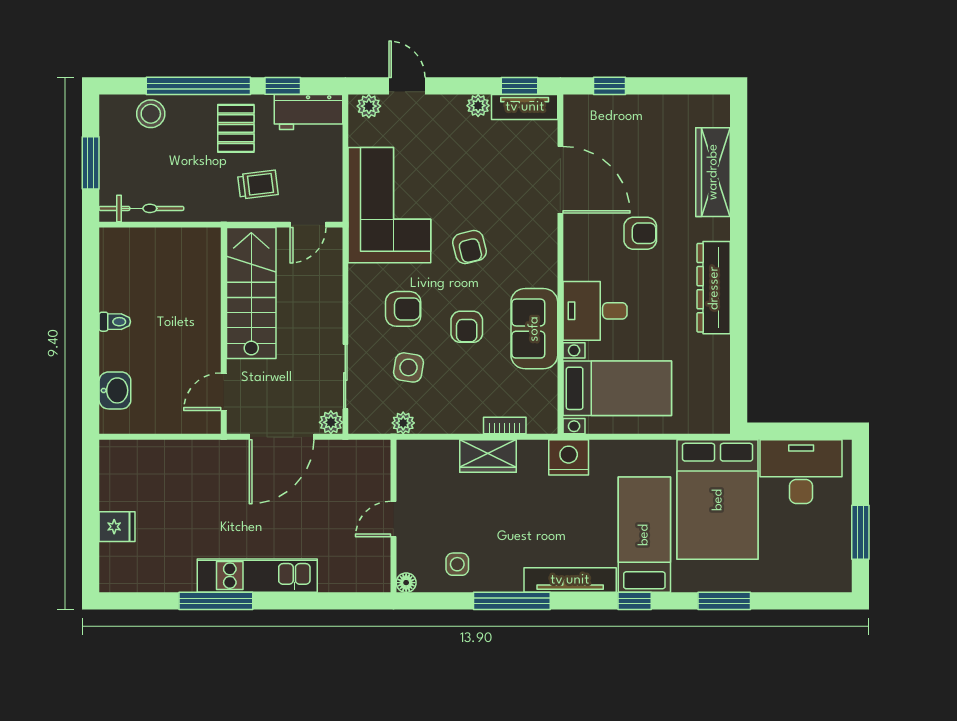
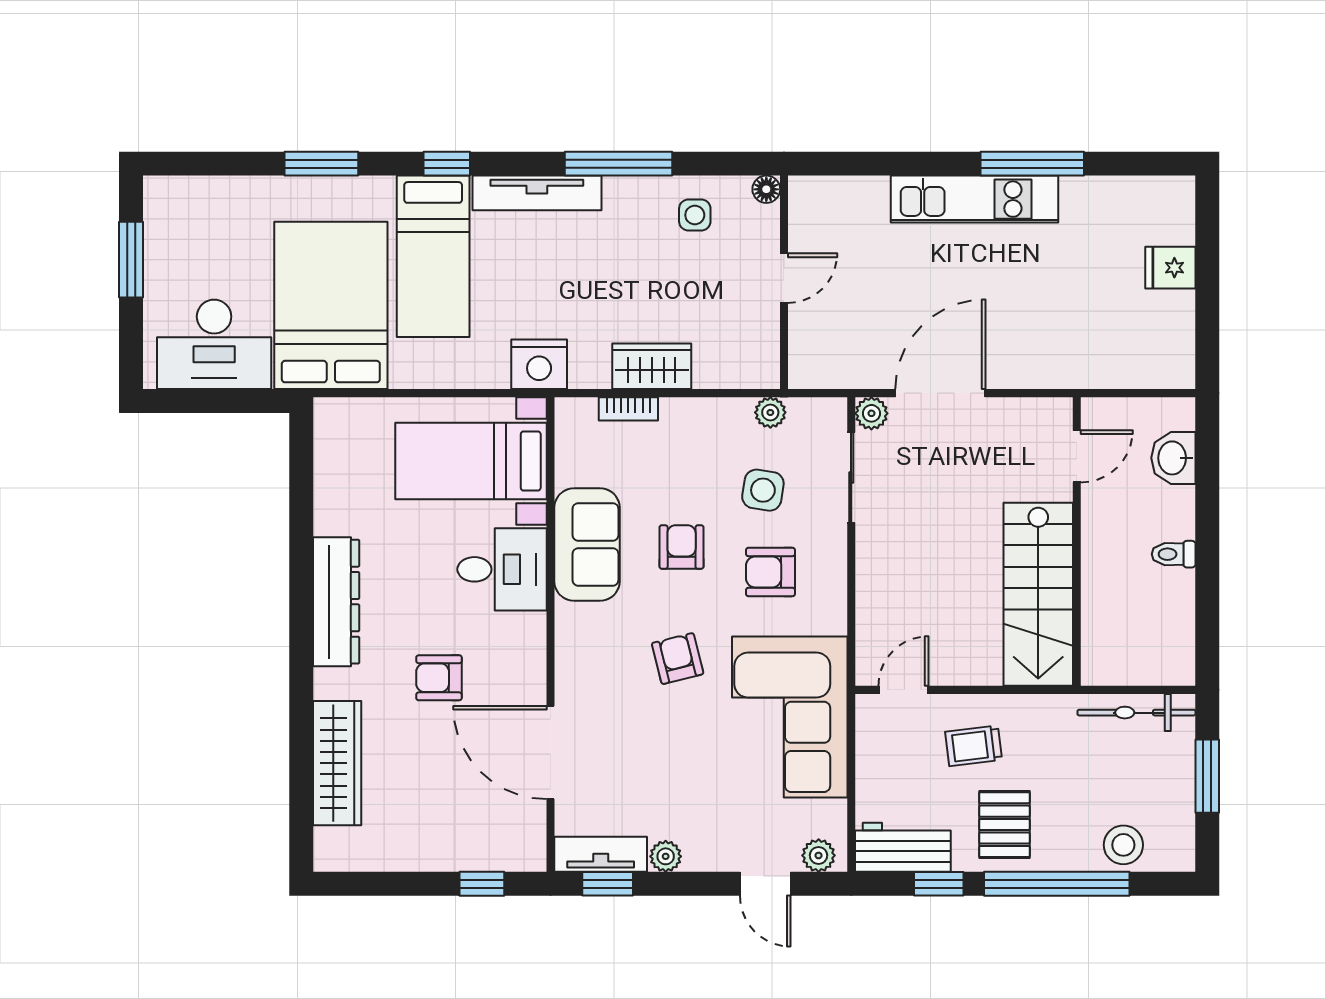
stairs: (251, 293) -> (1038, 594), moved
wall: (224, 331) -> (1077, 542), moved
door: (224, 392) -> (1077, 456), moved

